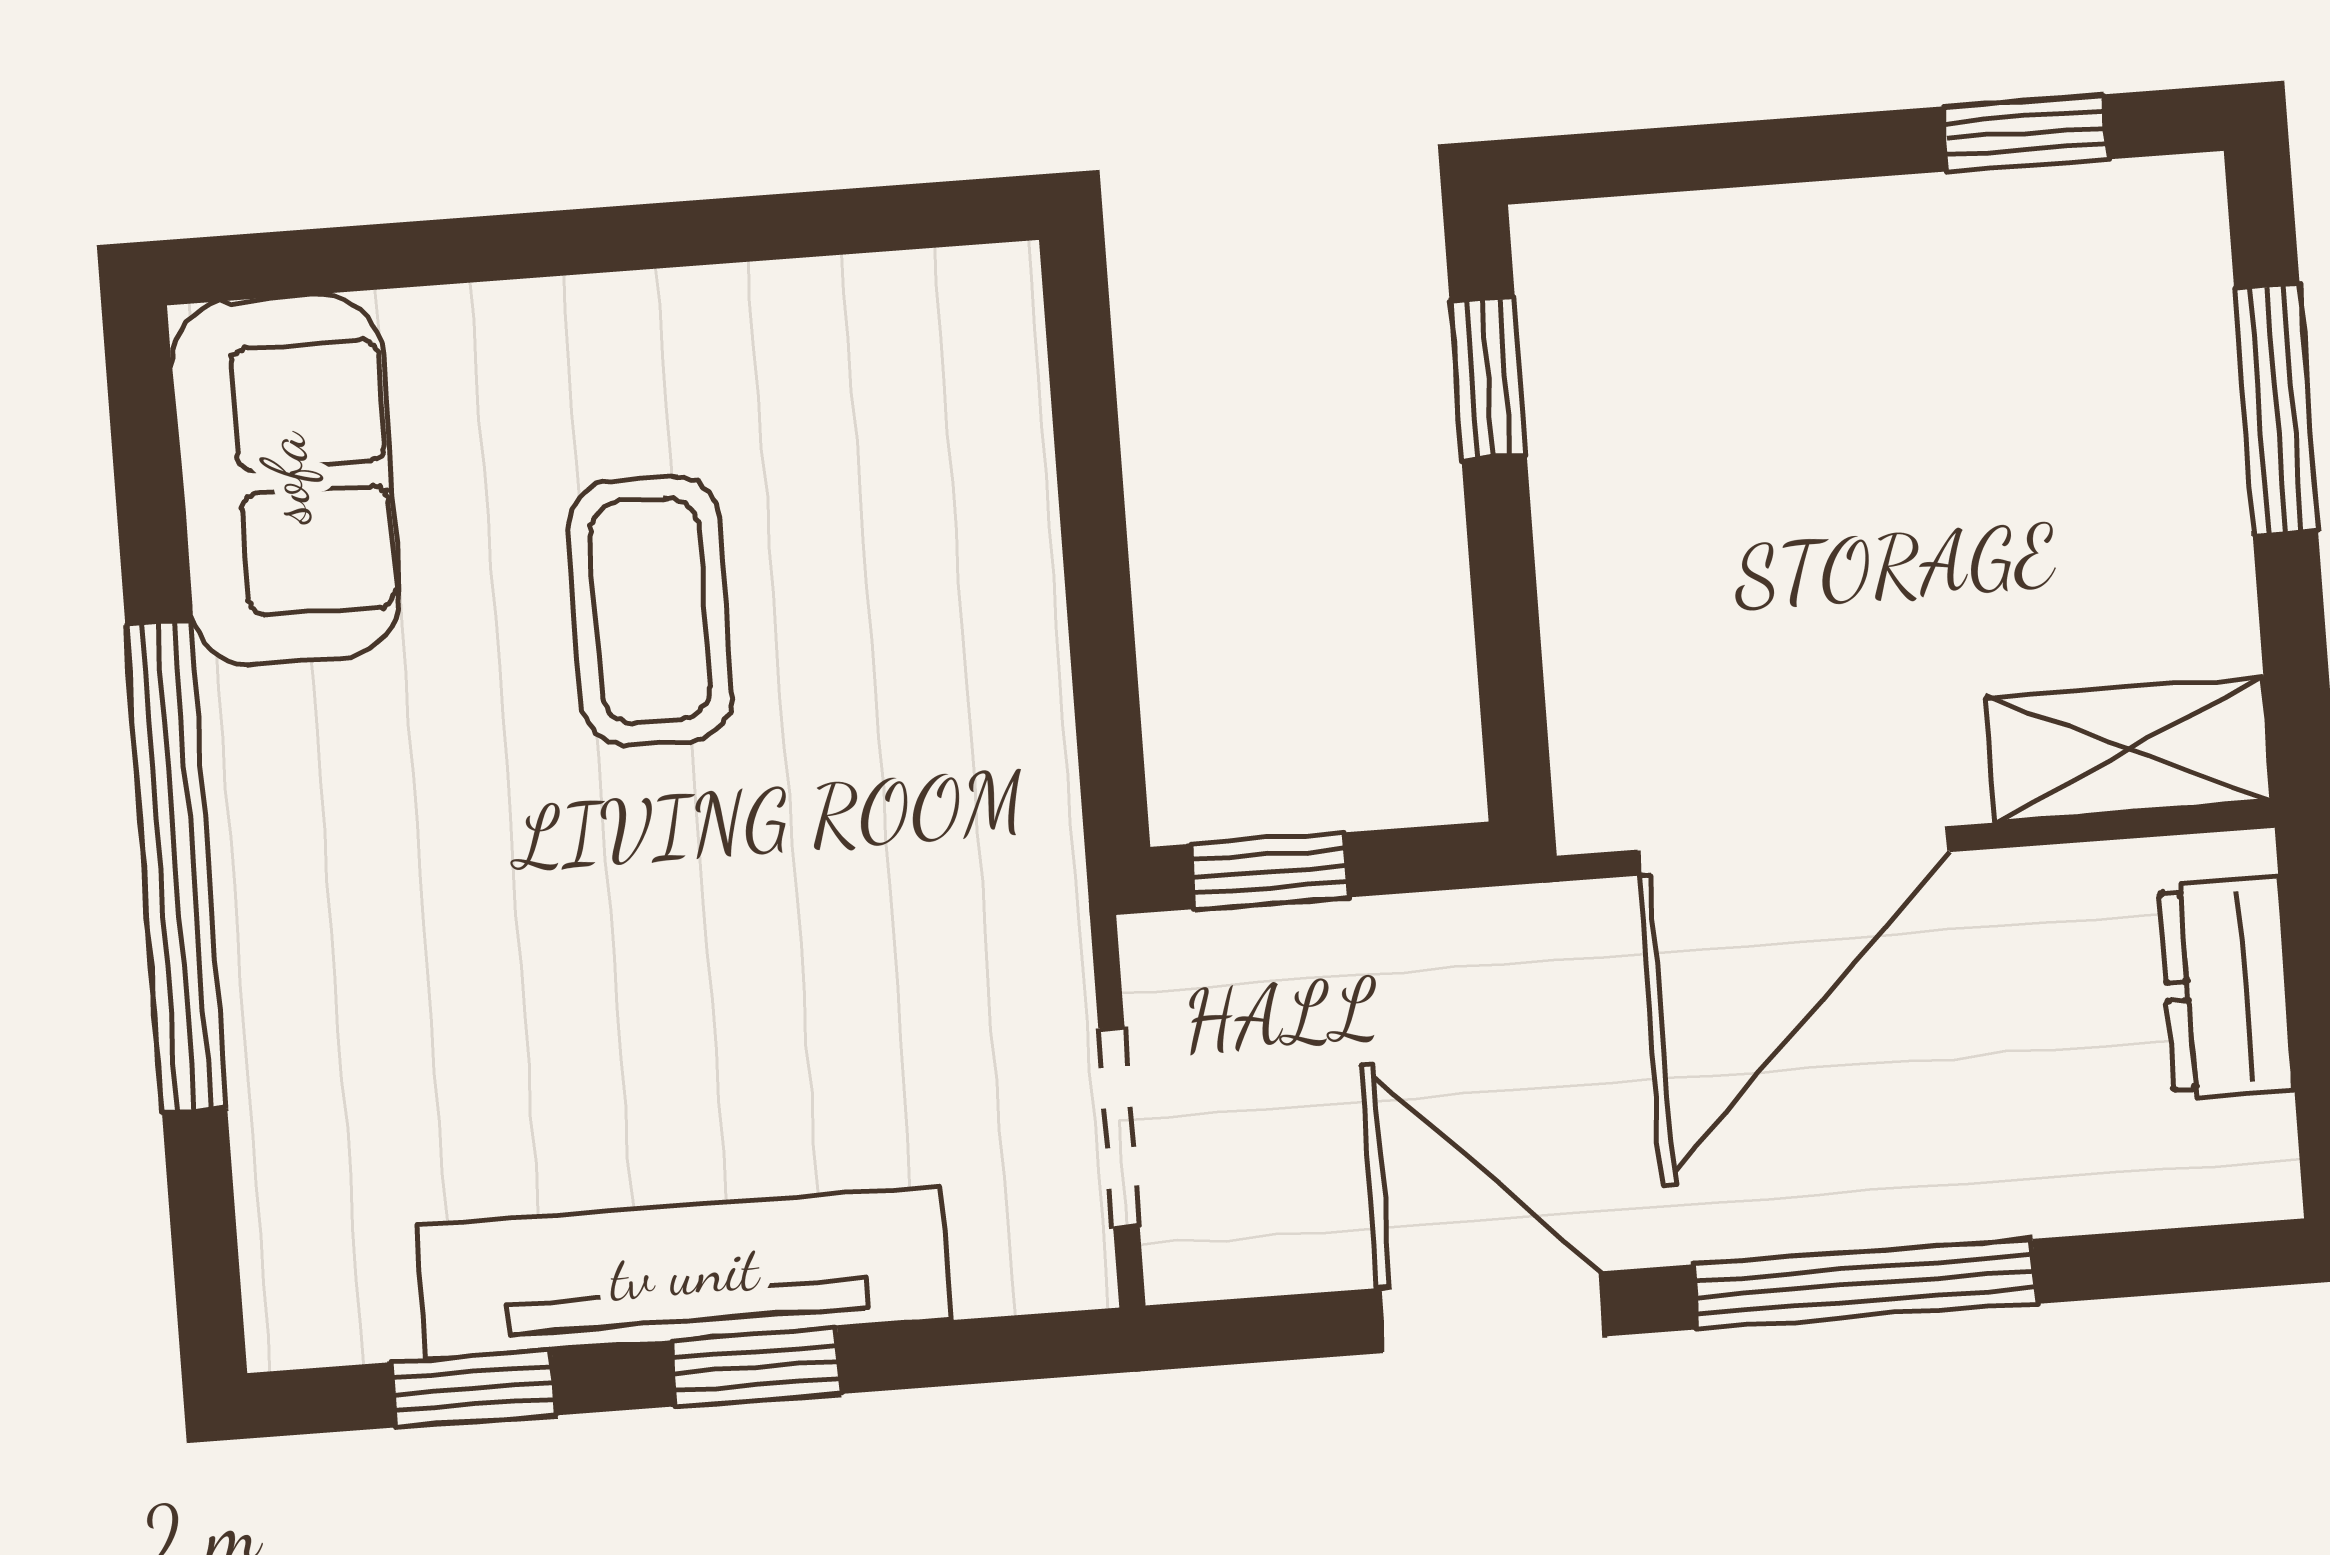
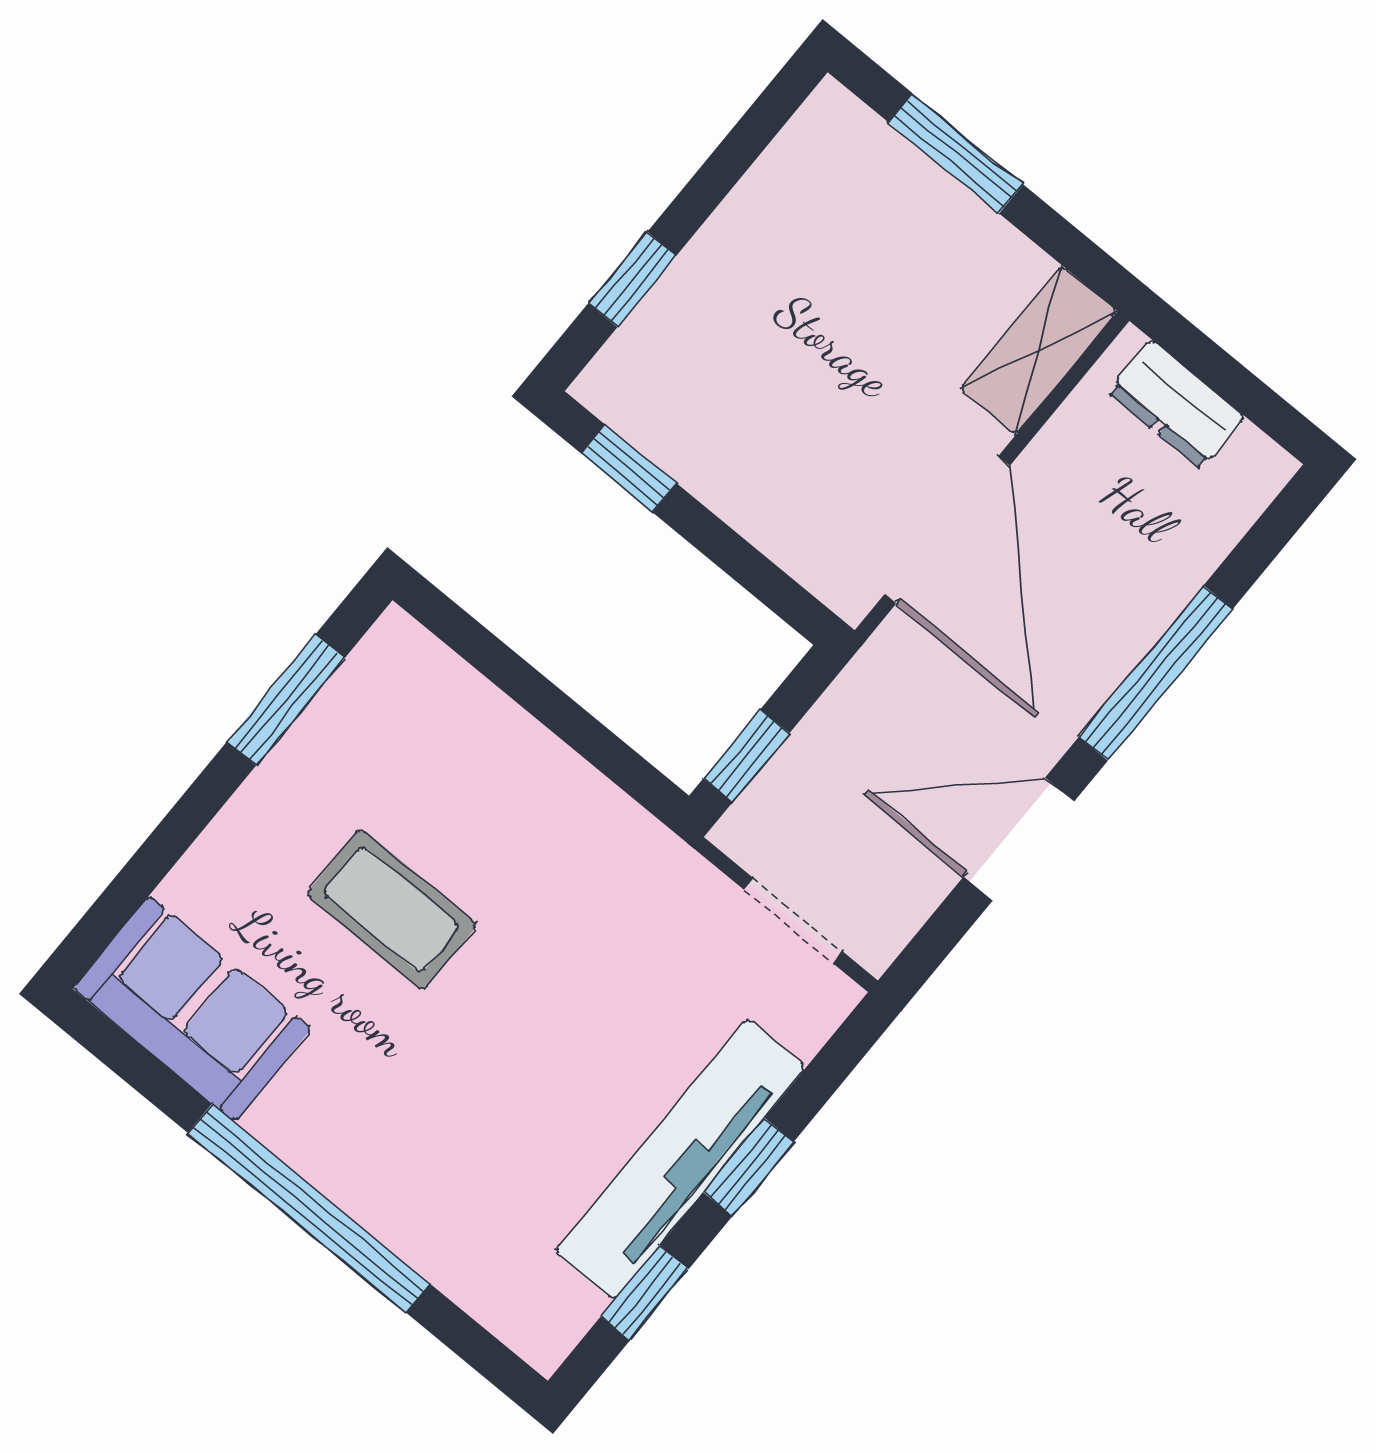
window: (2026, 133) -> (632, 279), moved
window: (786, 226) -> (286, 700), added

